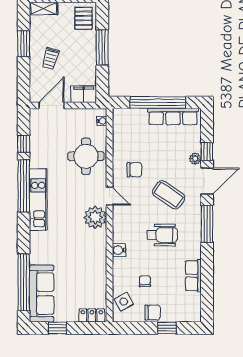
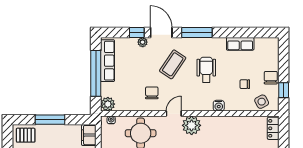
plant: (121, 117) -> (108, 104), added
window: (167, 328) -> (284, 90), moved

